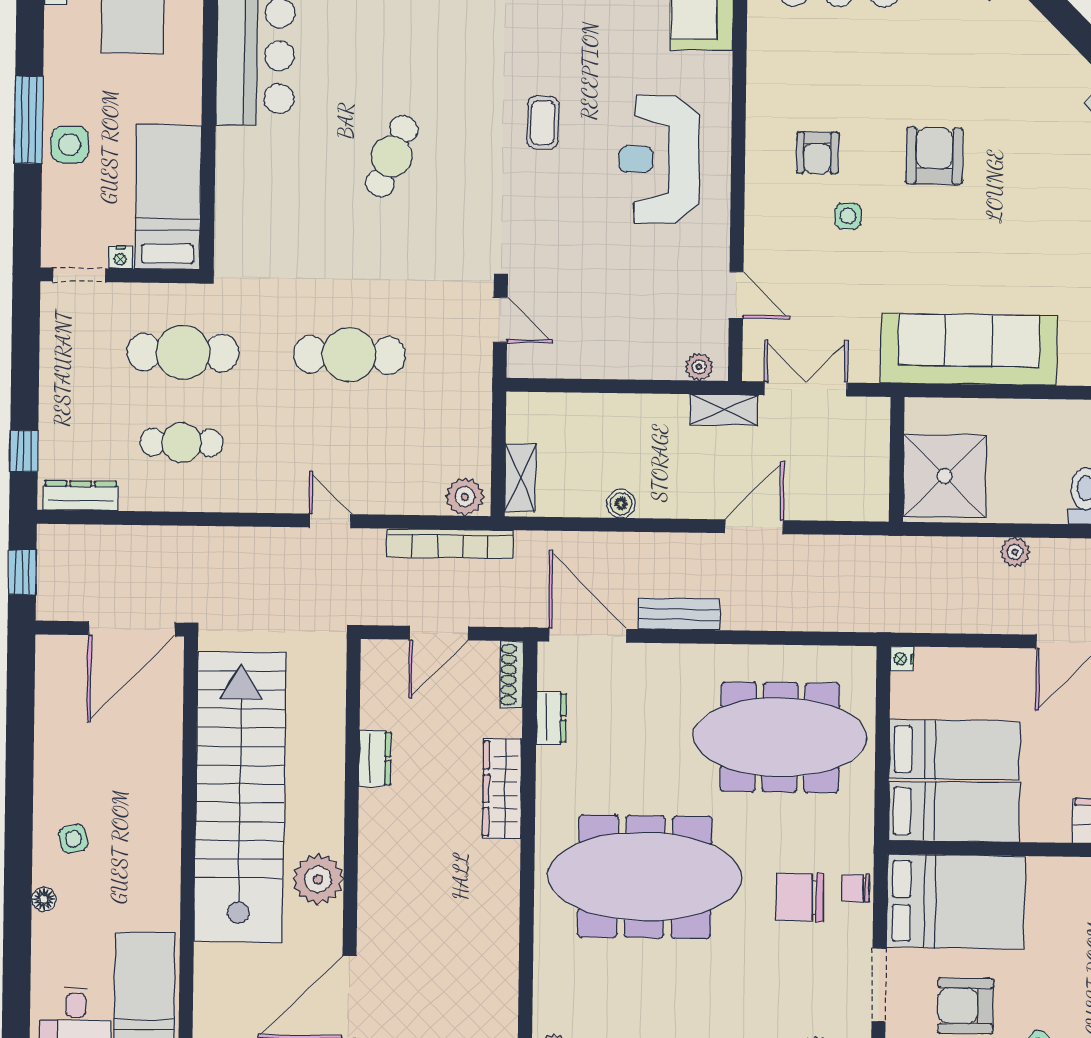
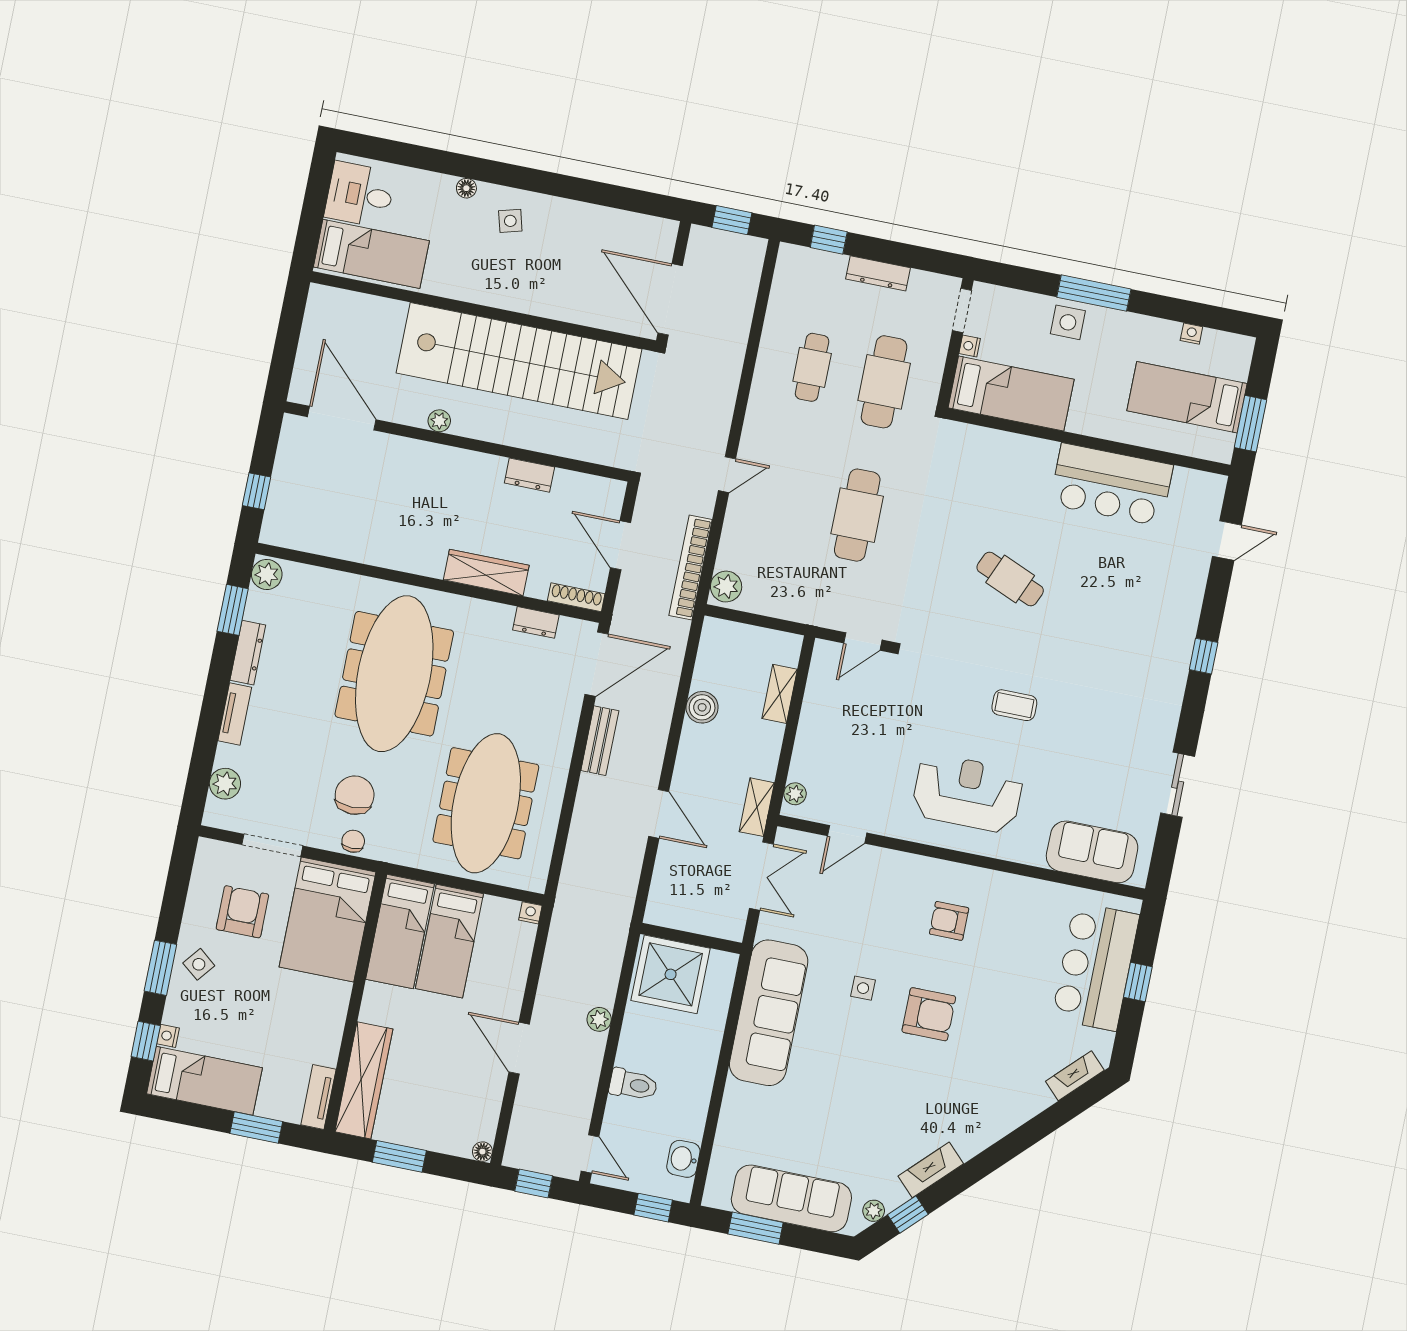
side table: (848, 216) -> (863, 988), moved
shelving: (520, 477) -> (780, 694), moved, turned 90
dresser: (80, 496) -> (878, 273), moved, turned 90
boiler: (621, 504) -> (702, 707), width x1.36, depth x1.36
plant: (318, 879) -> (439, 421), width x0.53, depth x0.53

